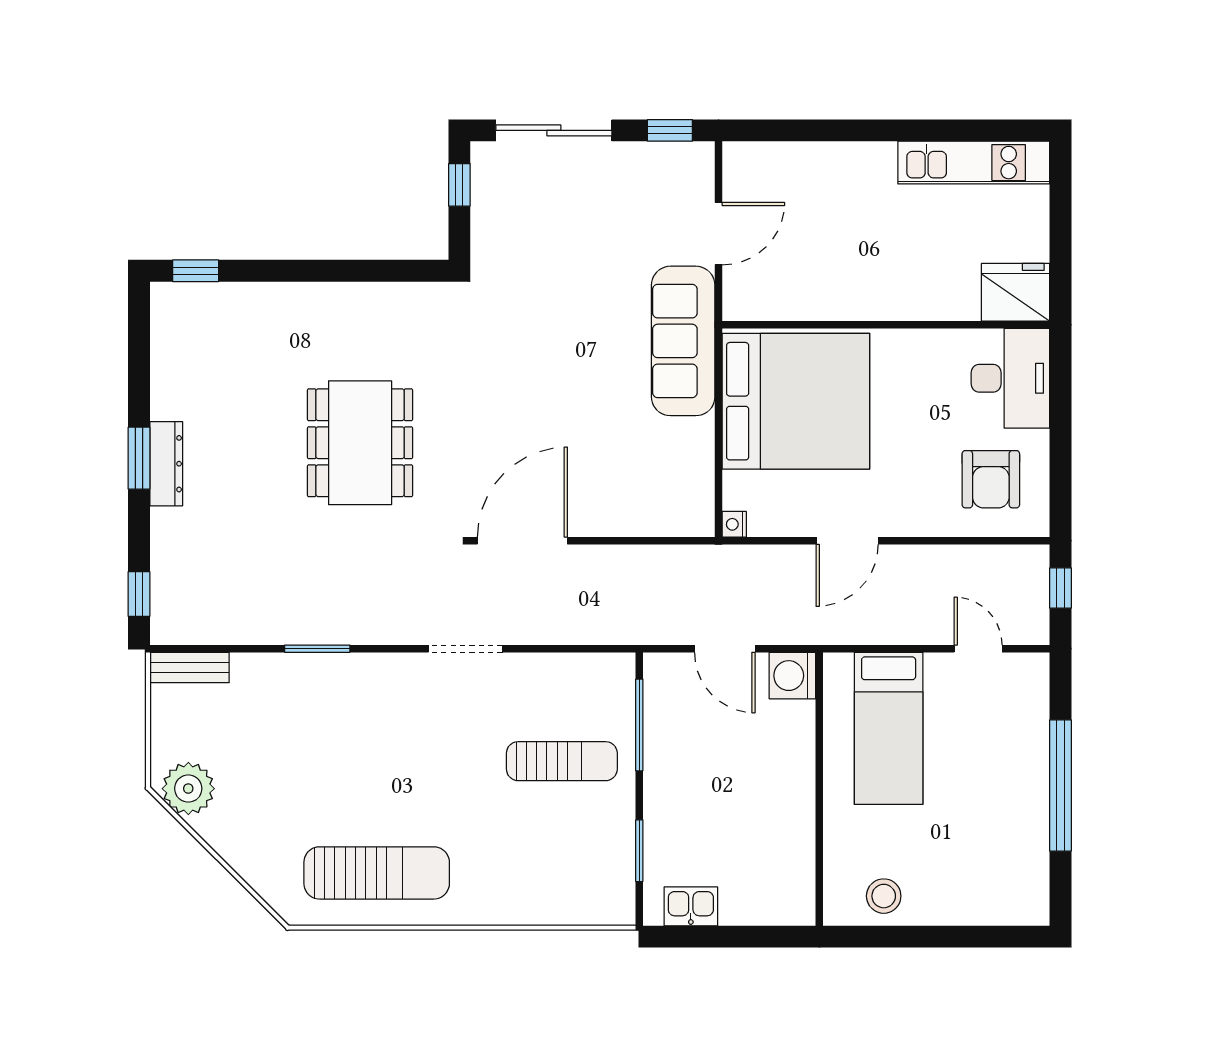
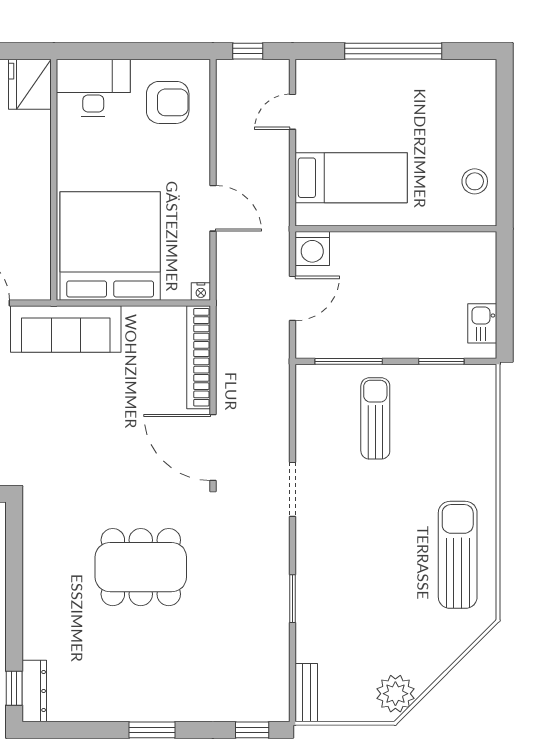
dresser: (166, 464) -> (34, 691), moved, turned 90
bookcase: (645, 521) -> (199, 357), added

